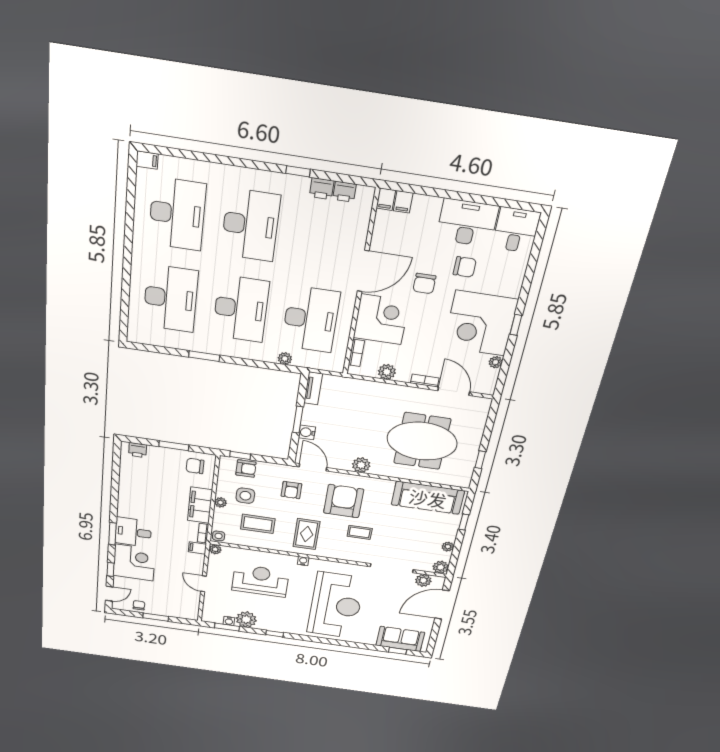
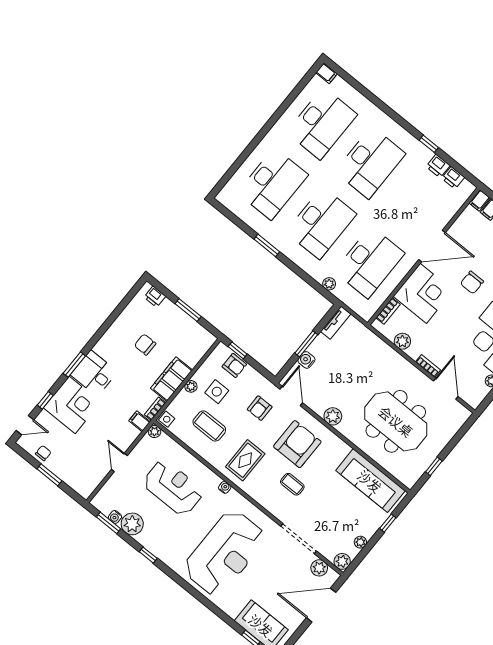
chair: (195, 466) -> (145, 345), moved

